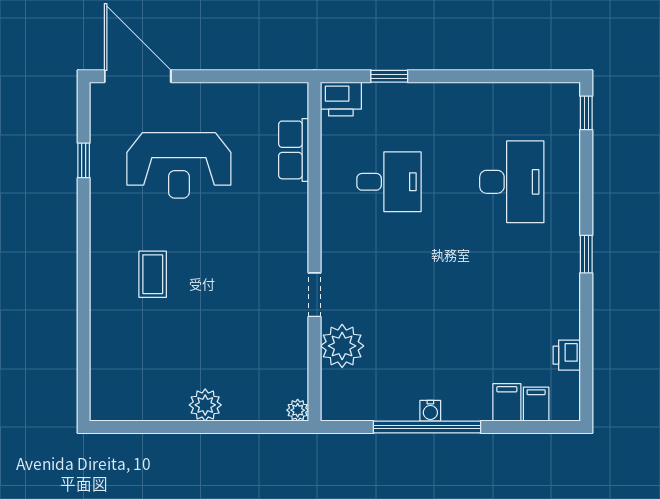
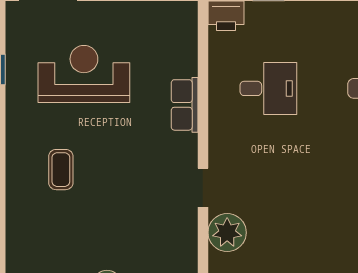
row of seats: (294, 150) -> (185, 105), moved
reception desk: (179, 165) -> (84, 74), turned 180

